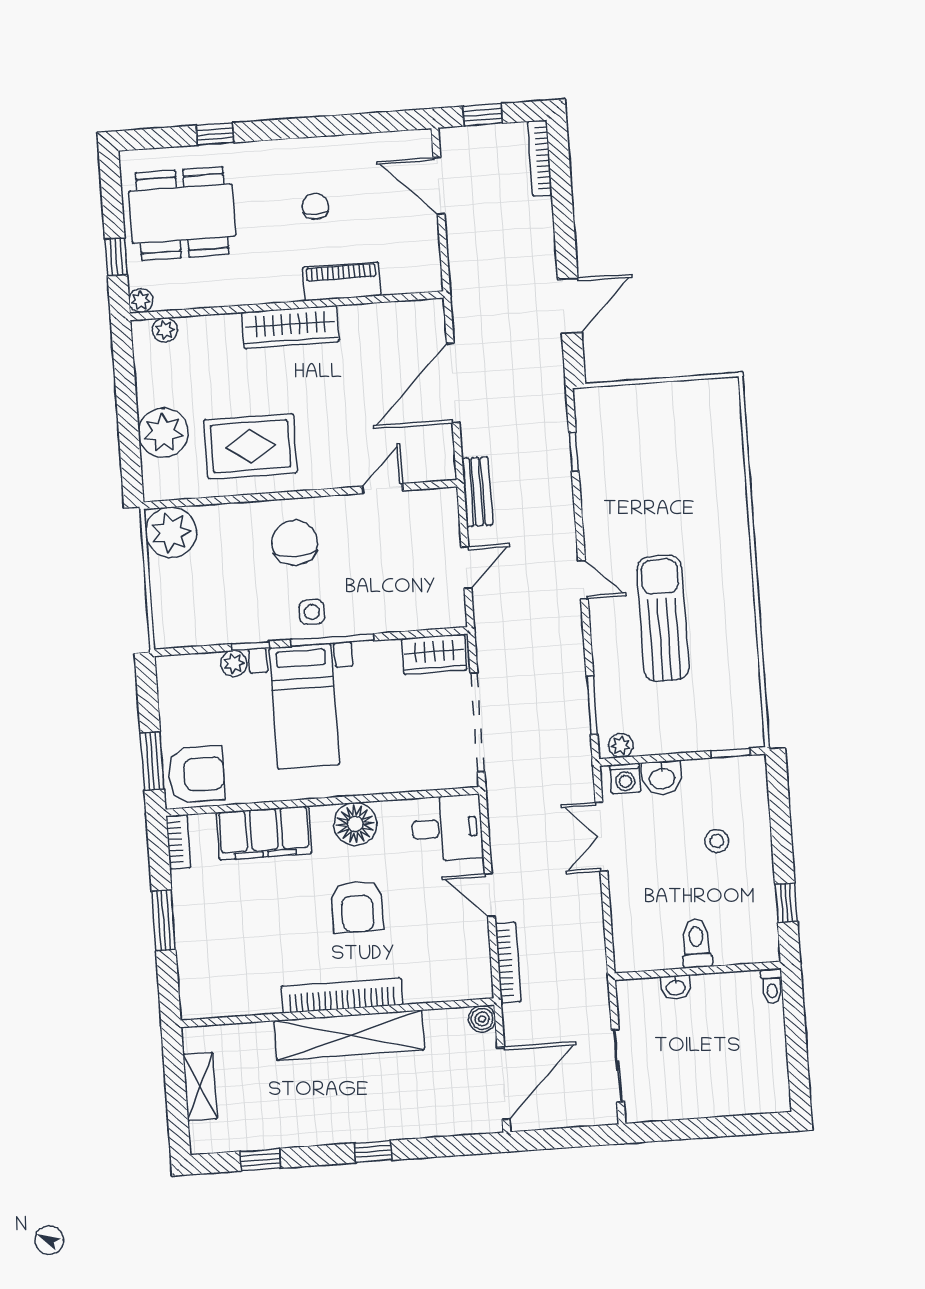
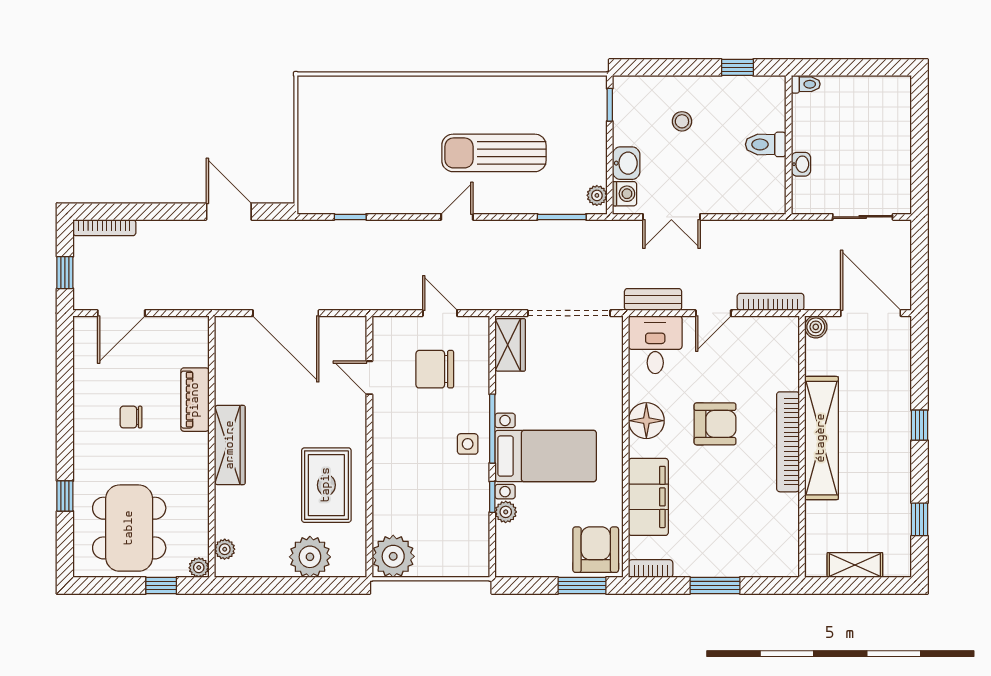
bench: (477, 492) -> (653, 299), moved
chair: (295, 543) -> (435, 369), moved

